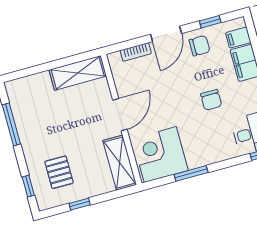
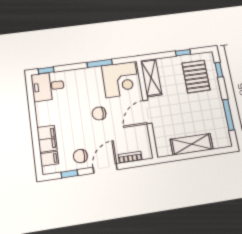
shelving: (78, 73) -> (192, 144), moved
chair: (211, 100) -> (99, 113), moved, turned -90
pallet: (59, 172) -> (196, 77), width x1.50, depth x1.42

